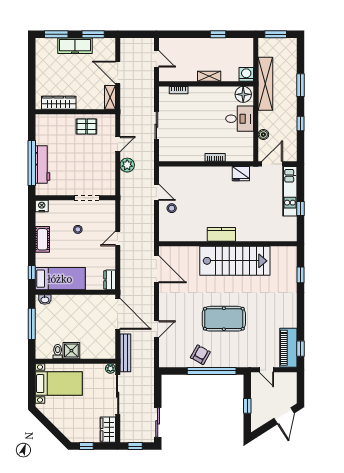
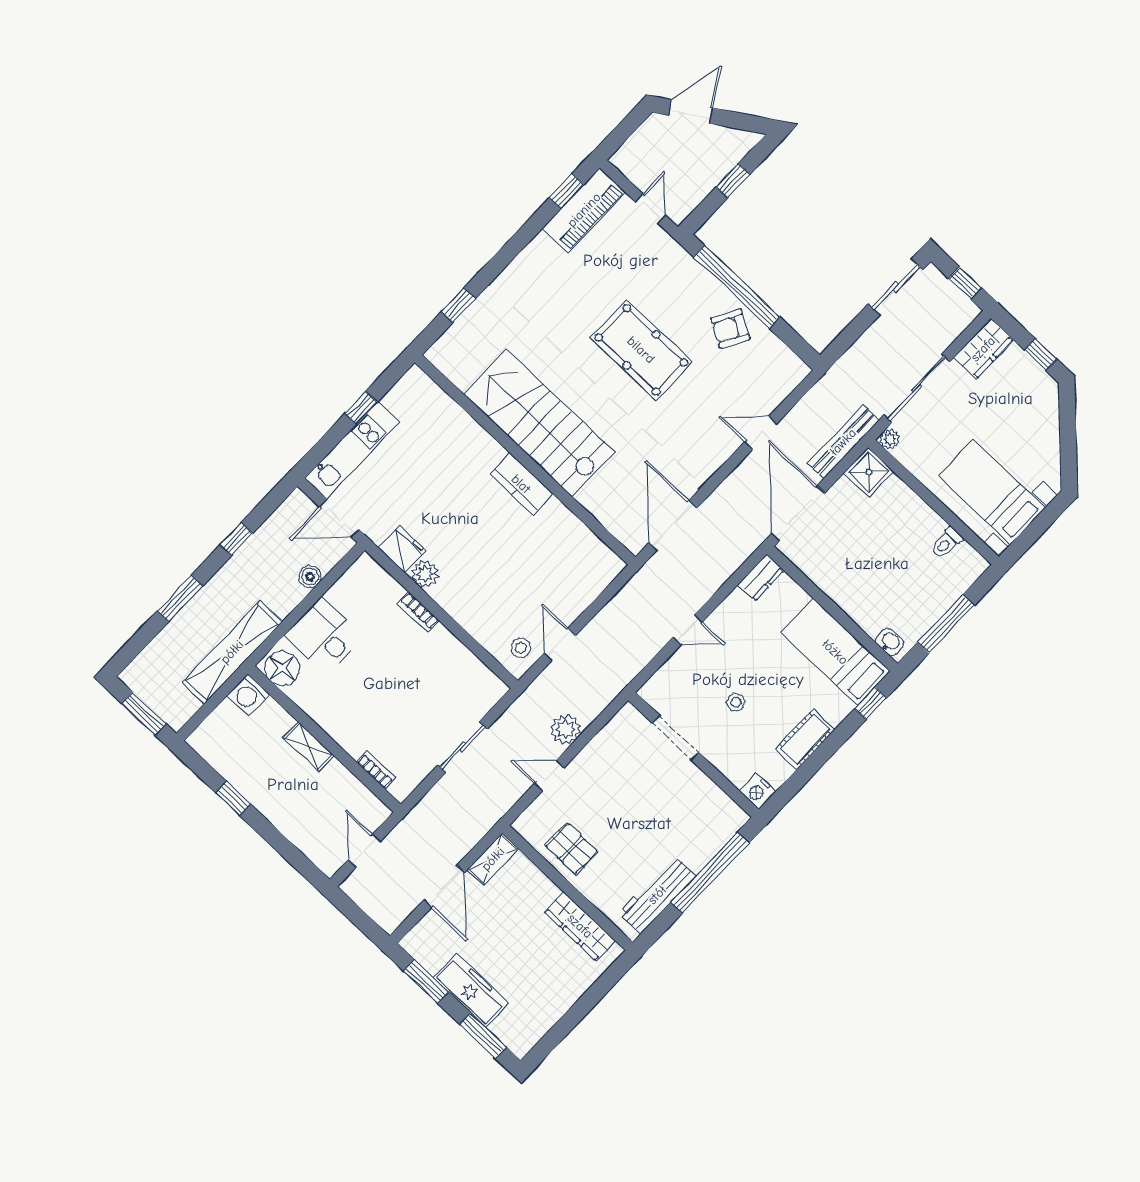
workbench: (42, 164) -> (657, 895), moved
plant: (225, 173) -> (425, 574), added
stool: (172, 208) -> (521, 648), moved
shower: (71, 351) -> (869, 472), moved

